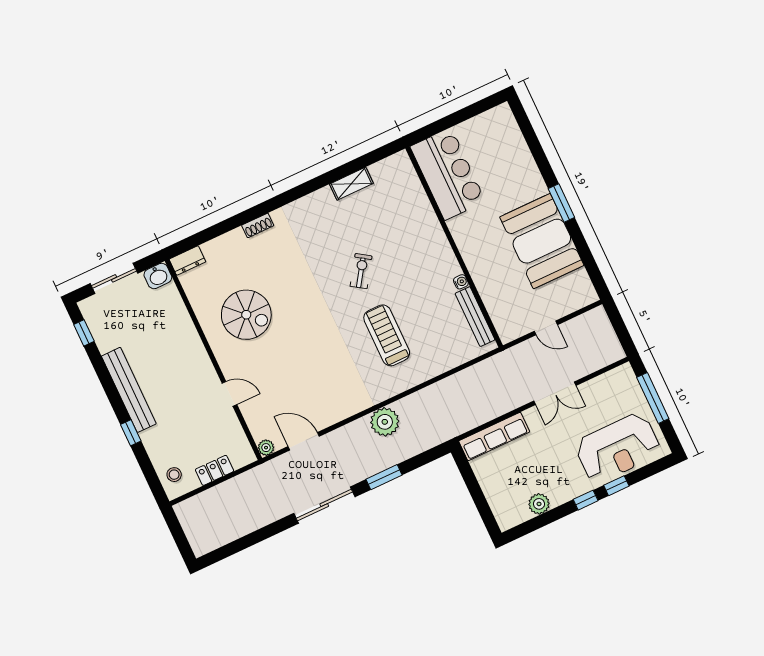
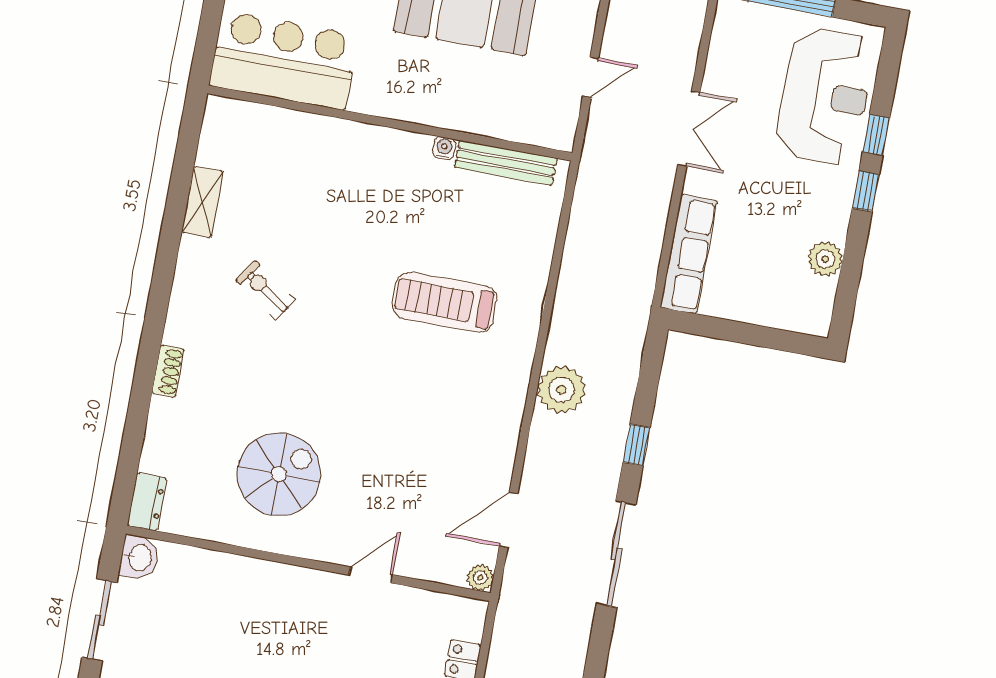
exercise bike: (361, 271) -> (265, 290), moved
window: (384, 477) -> (636, 445), width x0.67

